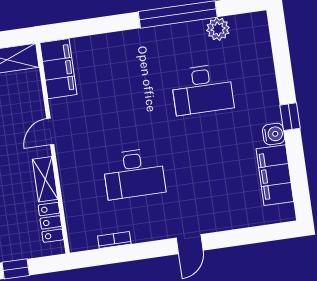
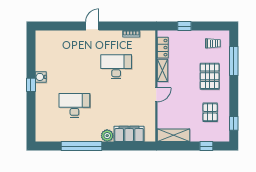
plant: (218, 29) -> (107, 136), moved
filing cabinet: (58, 69) -> (129, 134), moved, turned 90
filing cabinet: (275, 175) -> (43, 56), removed

